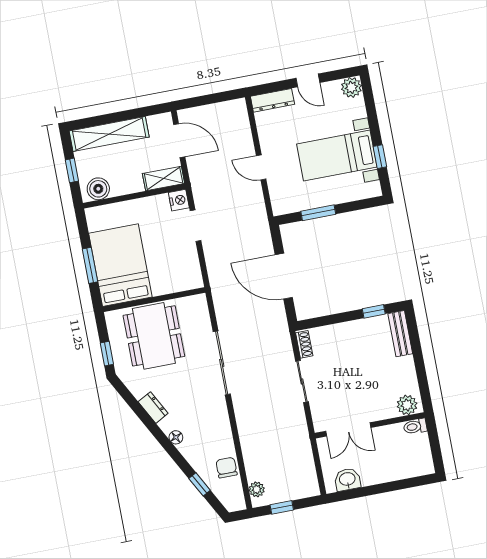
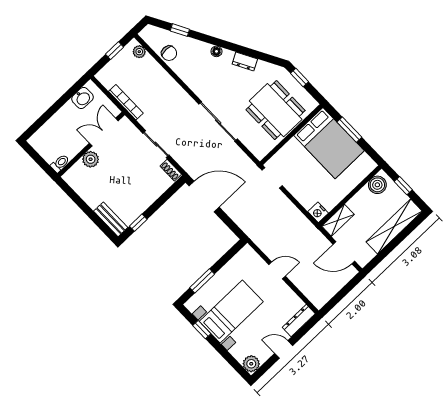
window: (318, 213) -> (202, 281), moved
doorway: (196, 226) -> (272, 178), moved
door: (284, 276) -> (204, 196), moved
plant: (407, 405) -> (91, 159), moved
bookcase: (305, 446) -> (126, 102), added

